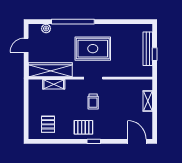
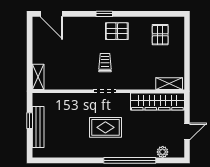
rug: (93, 49) -> (105, 127), width x0.73, depth x0.70
shelving: (54, 84) -> (169, 84), moved
shelving: (148, 101) -> (38, 77), moved

